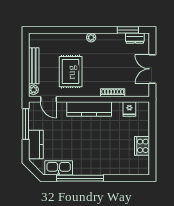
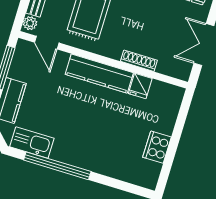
fridge: (129, 109) -> (140, 86), moved

